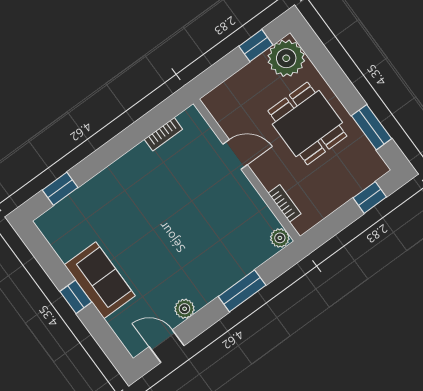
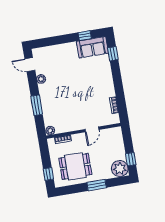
dining table: (307, 123) -> (75, 166), moved
window: (372, 127) -> (97, 185), moved
sofa: (100, 280) -> (92, 47), moved
window: (76, 297) -> (85, 36), moved
door: (167, 346) -> (30, 65), swing flipped

